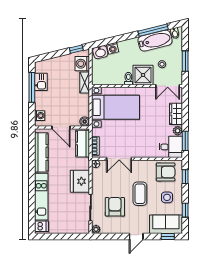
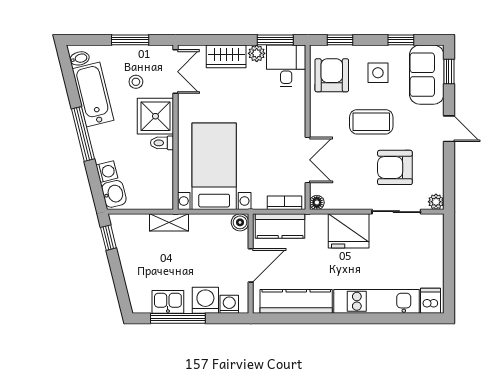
window: (153, 30) -> (83, 134), moved
washing machine: (82, 64) -> (205, 300), moved, turned 180

